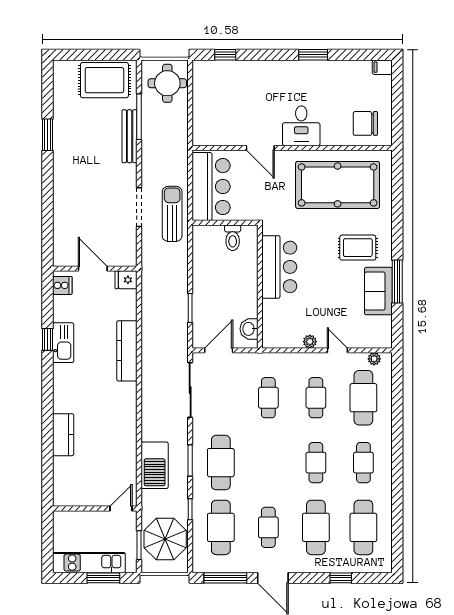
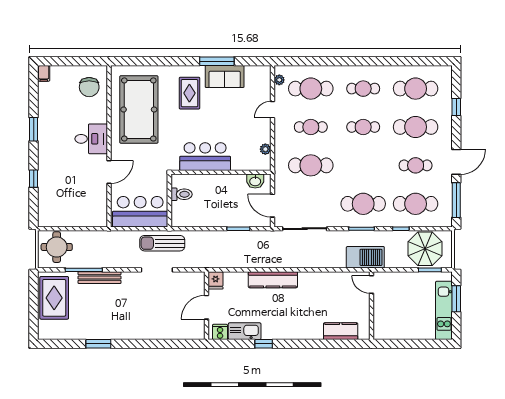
window: (225, 55) -> (34, 179), moved
plant: (310, 342) -> (265, 149), moved
kitchen sink: (63, 343) -> (245, 331), moved
cafe table: (268, 398) -> (311, 165), width x1.37, depth x1.35
wall: (95, 508) -> (371, 306), moved
door: (121, 508) -> (371, 284), moved

